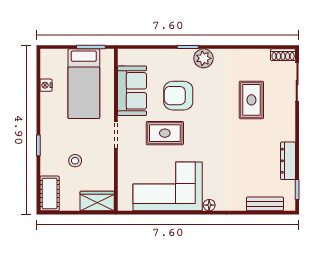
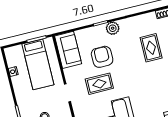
sofa: (132, 91) -> (68, 50), moved
armchair: (178, 96) -> (102, 57), turned 90

